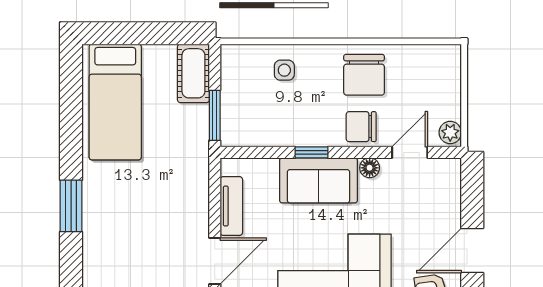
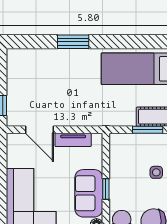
window: (215, 115) -> (148, 130), moved

